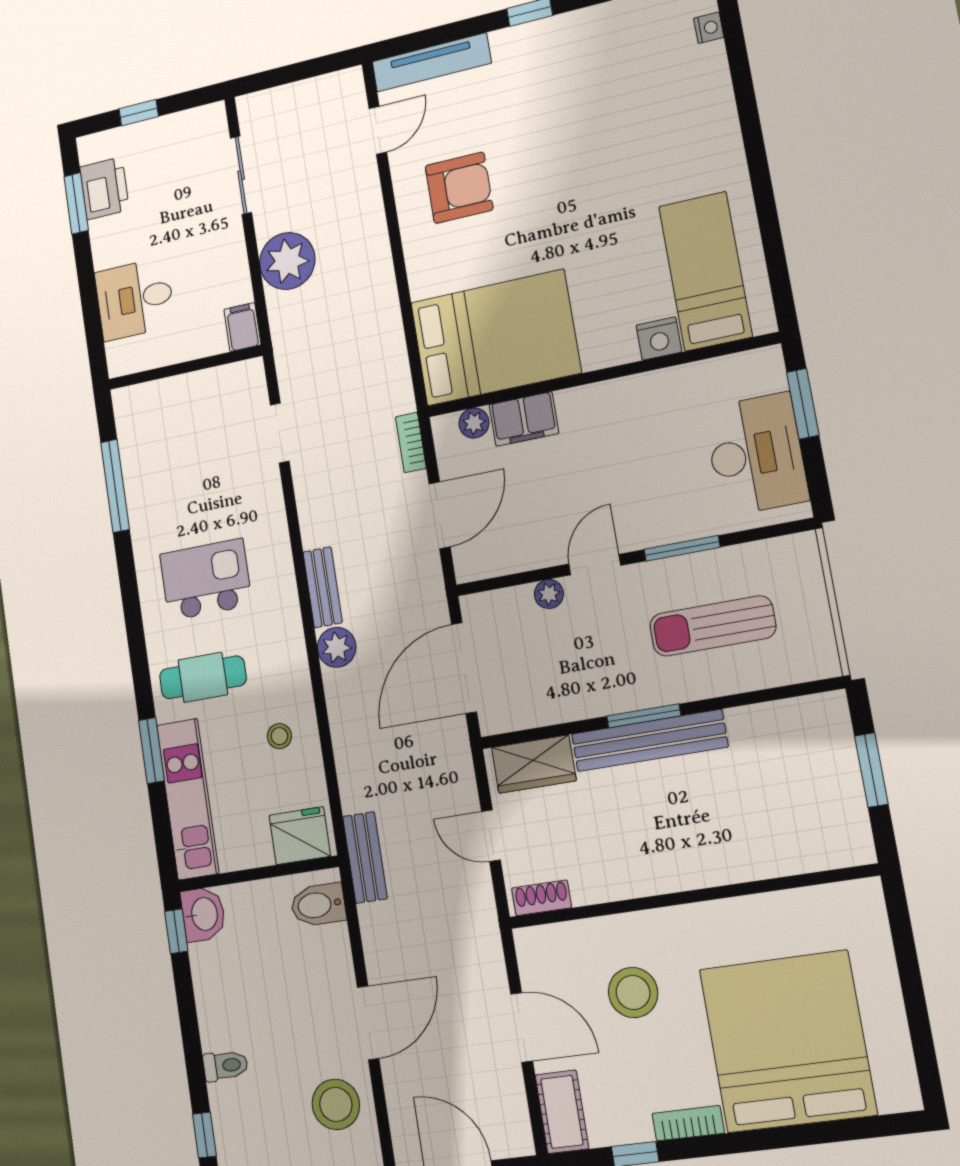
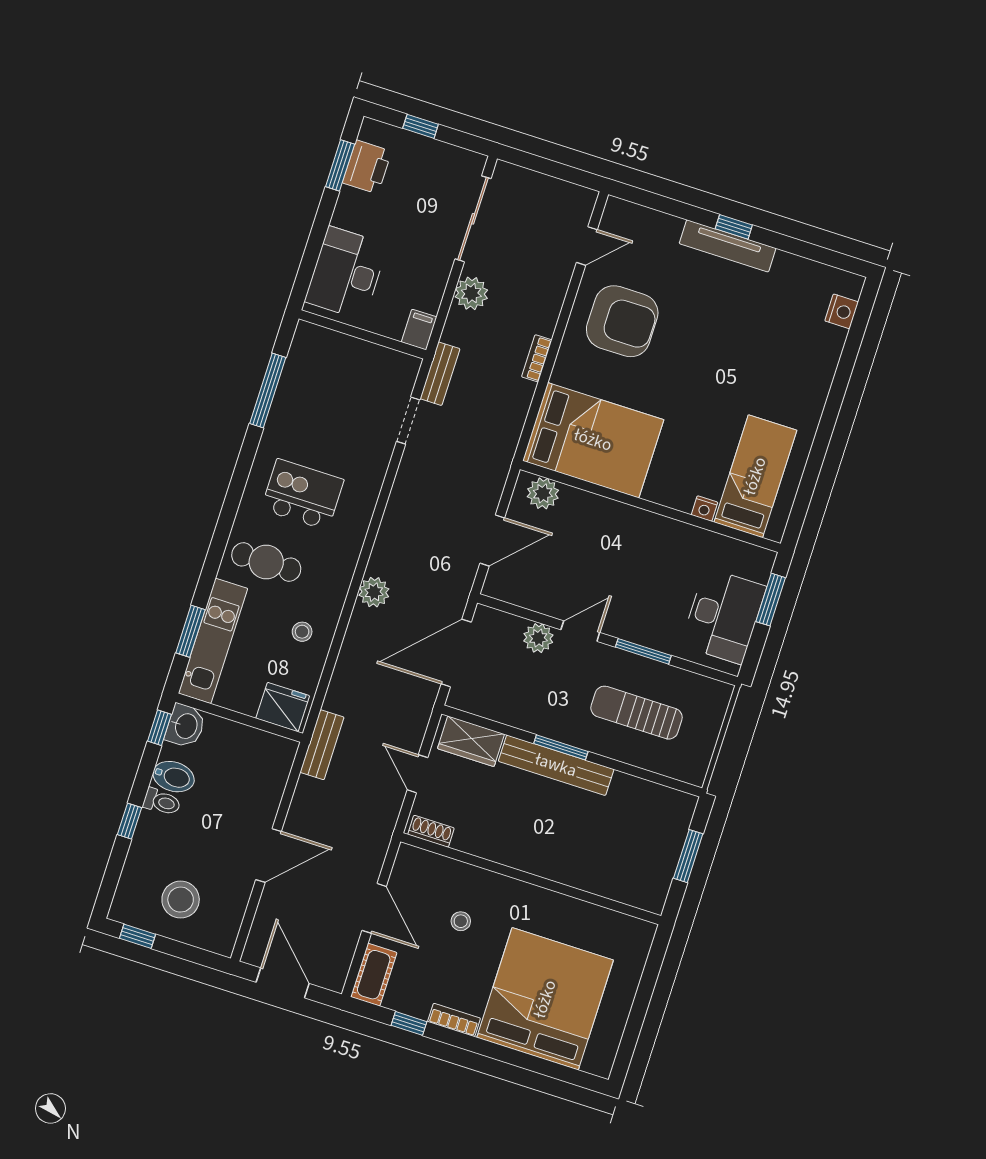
nightstand: (709, 28) -> (842, 311), width x1.39, depth x1.35
tv unit: (431, 62) -> (728, 246), moved
sliding door: (241, 175) -> (473, 219), width x1.37
armchair: (459, 188) -> (622, 321), width x1.36, depth x1.36
plant: (287, 261) -> (471, 293), width x0.73, depth x0.73
desk: (135, 299) -> (346, 273), width x1.37
nightstand: (659, 339) -> (705, 509), width x0.72, depth x0.74
filing cabinet: (524, 419) -> (584, 507), removed
plant: (474, 423) -> (543, 493), width x1.38, depth x1.38
bookcase: (411, 443) -> (537, 358), moved
bench: (323, 587) -> (440, 374), moved
plant: (549, 594) -> (538, 638), width x1.38, depth x1.38
window: (151, 751) -> (190, 631), moved
bidet: (318, 905) -> (174, 777), moved, turned 180
stool: (633, 992) -> (461, 921), width x0.53, depth x0.53
toilet: (225, 1066) -> (162, 802), moved
stool: (336, 1104) -> (181, 900), moved
window: (204, 1135) -> (129, 821), moved

